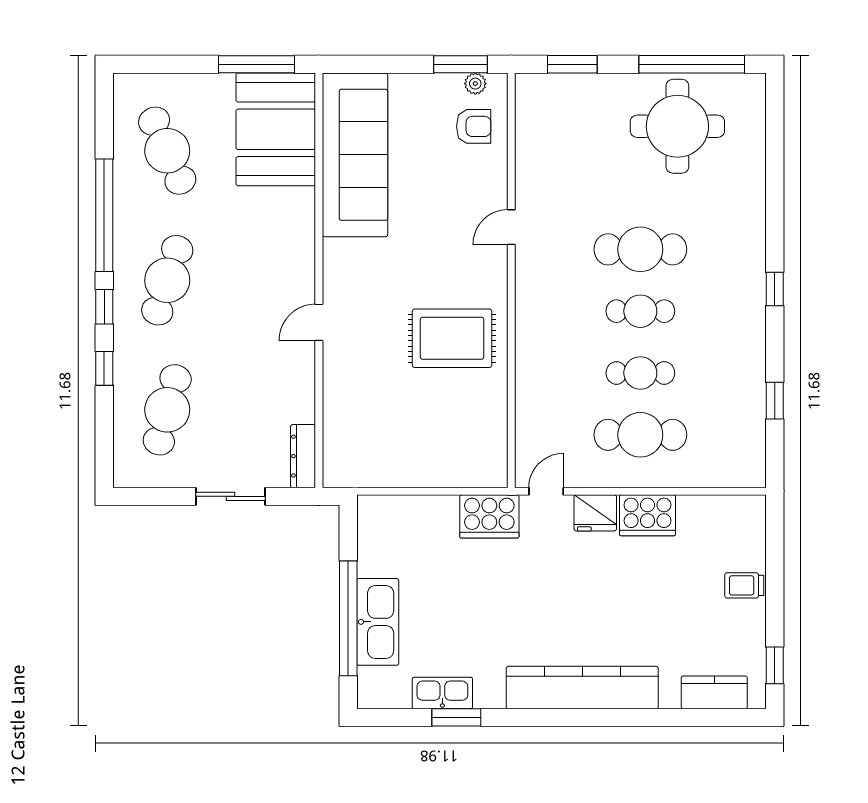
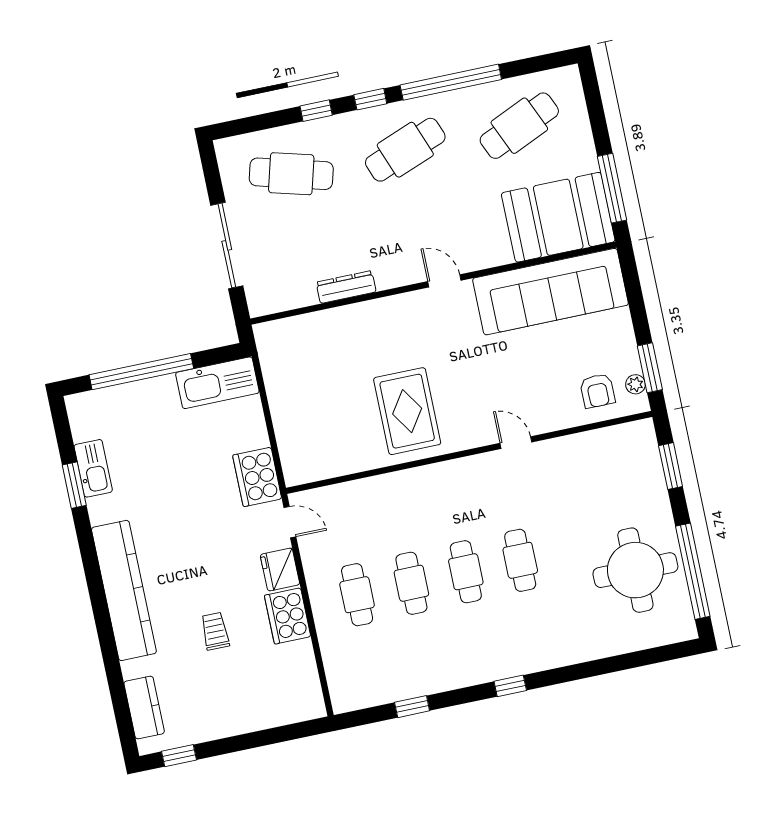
cafe table: (640, 249) -> (520, 560), width x0.73, depth x0.74
cafe table: (167, 280) -> (405, 150), turned -39
door: (319, 322) -> (444, 281), moved
cafe table: (640, 435) -> (357, 595), width x0.73, depth x0.74
dresser: (303, 456) -> (346, 287), moved
sliding door: (230, 496) -> (227, 245), width x1.37
trolley: (744, 585) -> (215, 631), moved
kitchen sink: (378, 622) -> (217, 383), moved

